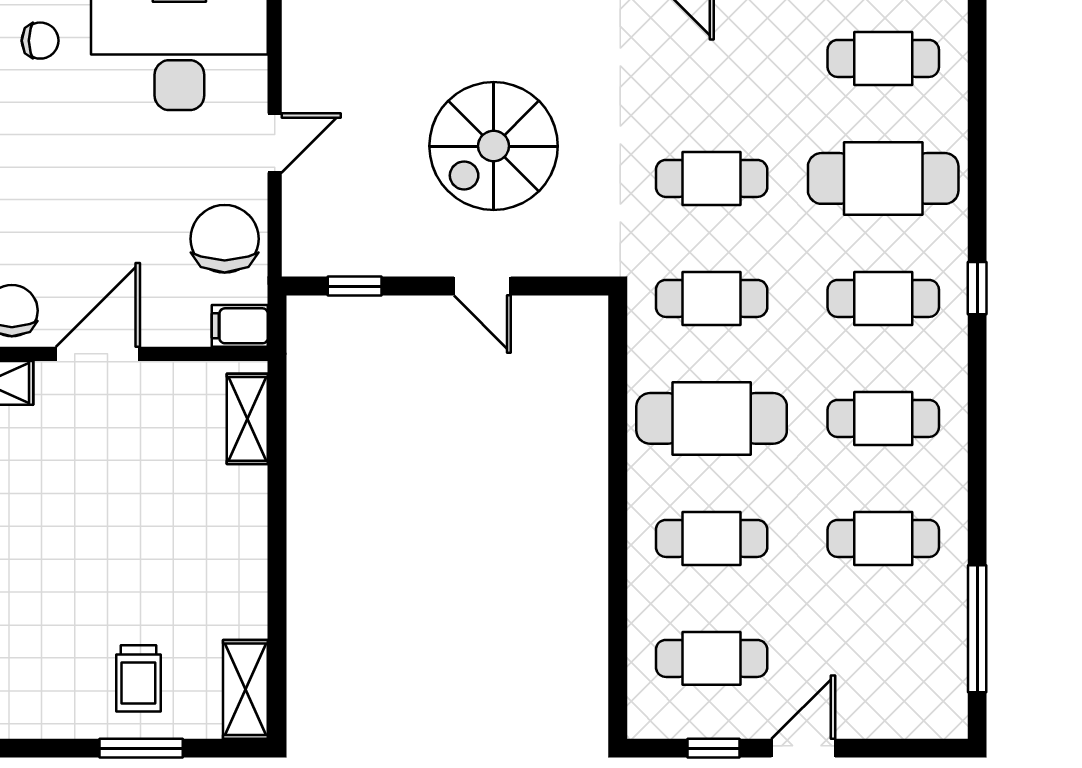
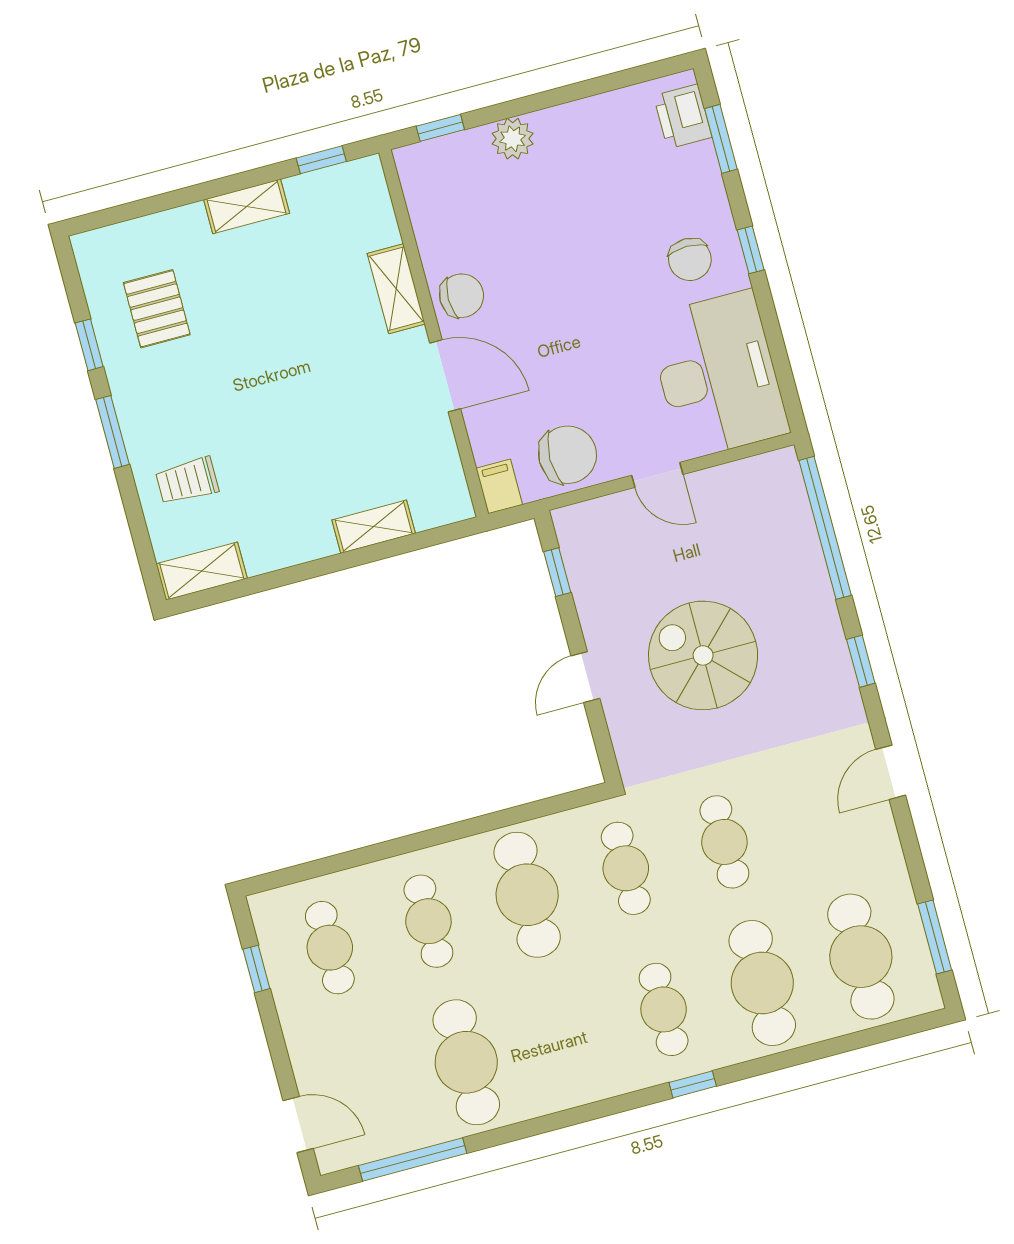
chair: (40, 41) -> (690, 259), width x1.37, depth x1.37
cafe table: (883, 58) -> (861, 957), width x1.37, depth x1.35
cafe table: (883, 418) -> (565, 1036), removed
shelving: (247, 419) -> (374, 527), moved
cafe table: (883, 538) -> (466, 1062), width x1.37, depth x1.35
window: (141, 748) -> (113, 432), moved
door: (803, 748) -> (298, 1124), moved

